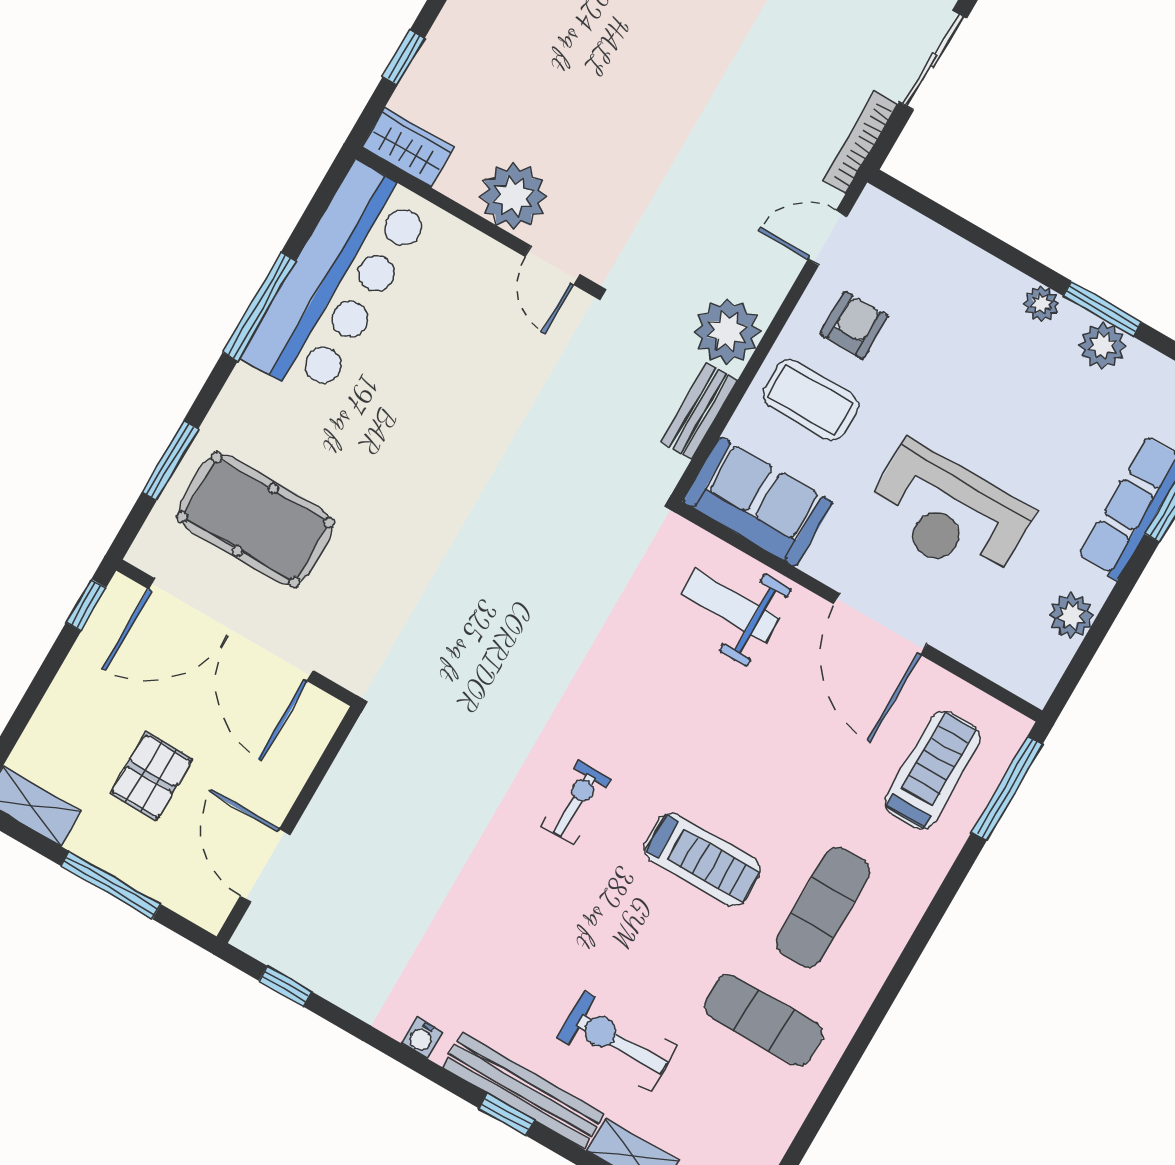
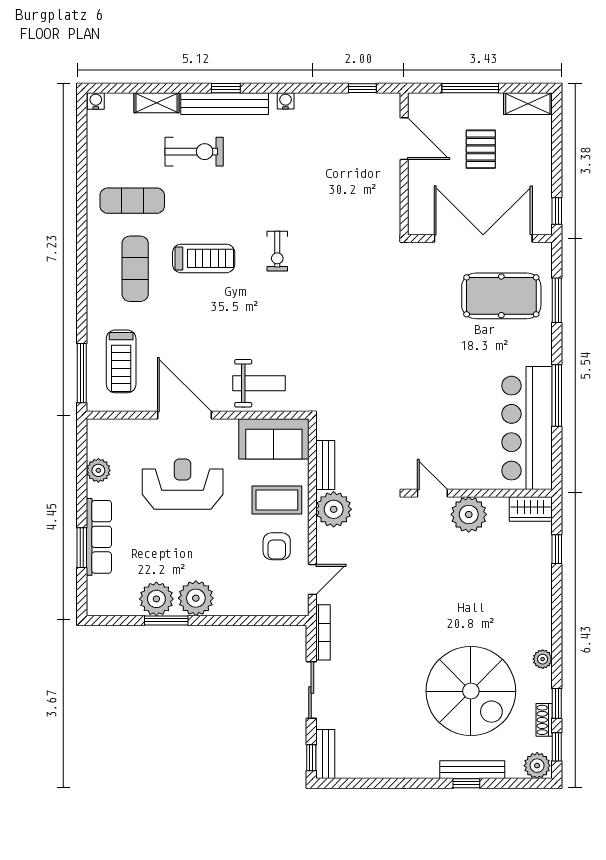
plant: (1041, 304) -> (196, 598), width x1.88, depth x1.88
plant: (1102, 346) -> (156, 599), width x1.36, depth x1.36
treadmill: (702, 860) -> (204, 258), turned 180

